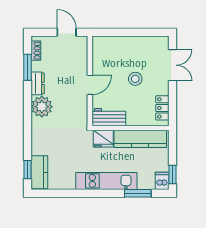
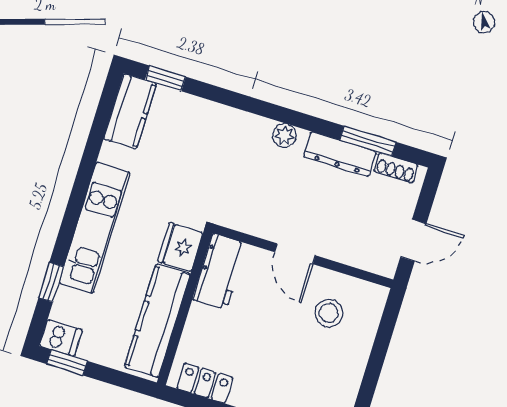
stool: (135, 79) -> (329, 313), moved
dresser: (38, 83) -> (340, 154), width x1.44
plant: (42, 107) -> (284, 135), width x0.53, depth x0.53
kitchen counter: (39, 172) -> (130, 111), moved, turned -90
window: (138, 193) -> (51, 282), width x0.67

